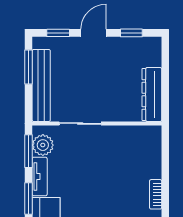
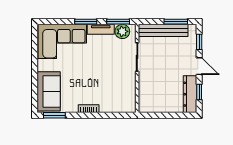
dresser: (152, 94) -> (190, 94), moved, turned -90

